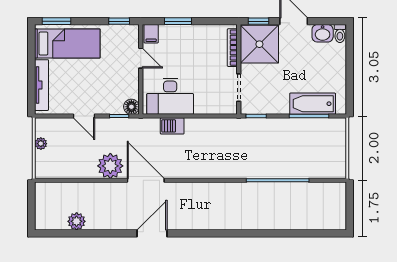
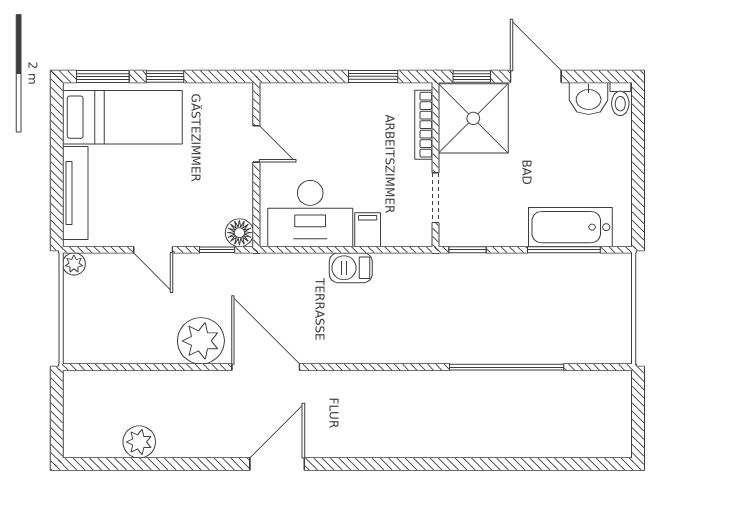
window: (119, 21) -> (165, 76), moved
window: (178, 21) -> (373, 76), moved
filing cabinet: (151, 34) -> (368, 230), moved, turned 180
barbecue: (172, 126) -> (351, 268), moved
plant: (41, 144) -> (74, 264), moved

